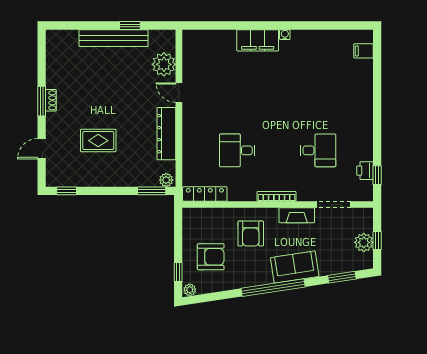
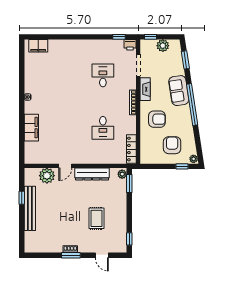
filing cabinet: (258, 40) -> (31, 128), moved
filing cabinet: (364, 51) -> (38, 46), width x2.00
printer: (365, 171) -> (130, 45), moved
window: (377, 241) -> (151, 37), moved

